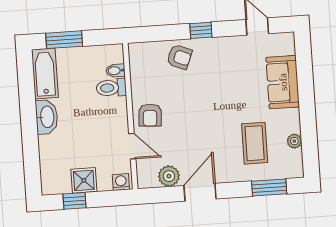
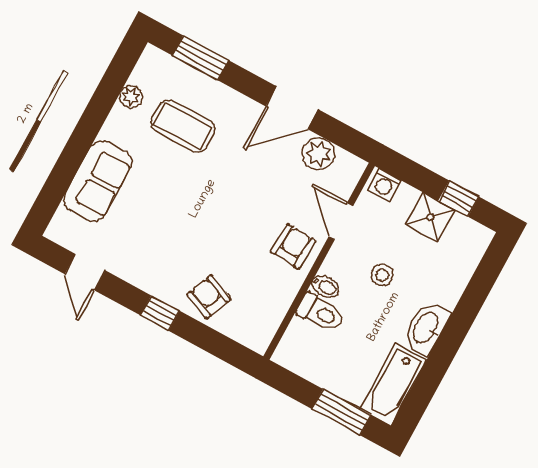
bidet: (116, 71) -> (325, 287), moved
stool: (90, 131) -> (382, 275), added
coffee table: (255, 143) -> (183, 126), turned 90

